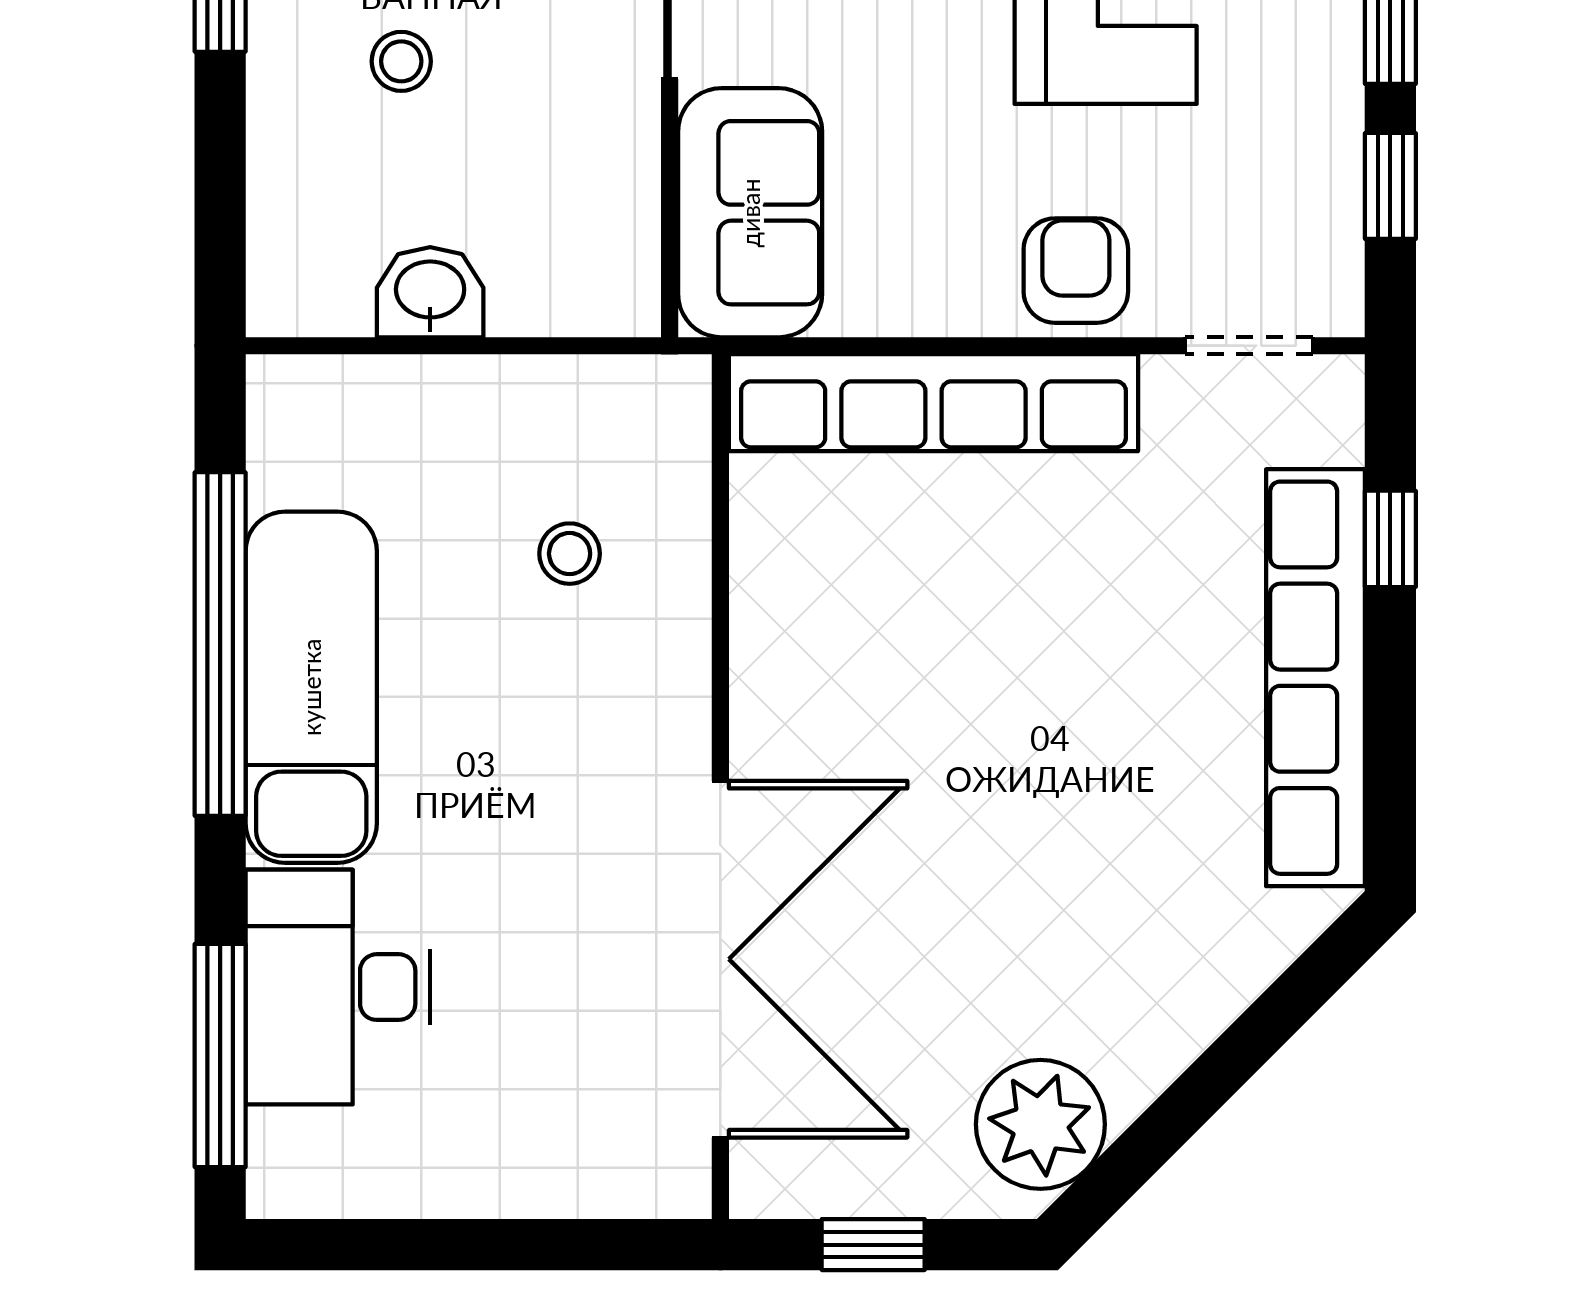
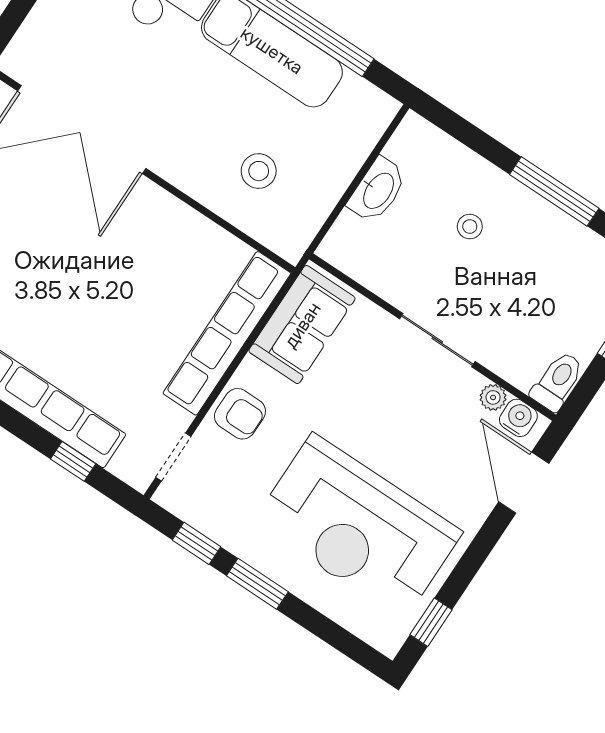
sofa: (750, 213) -> (302, 325), moved, turned -90
washbasin: (430, 292) -> (378, 190), width x1.38
stool: (570, 554) -> (259, 171), width x1.37, depth x1.37

